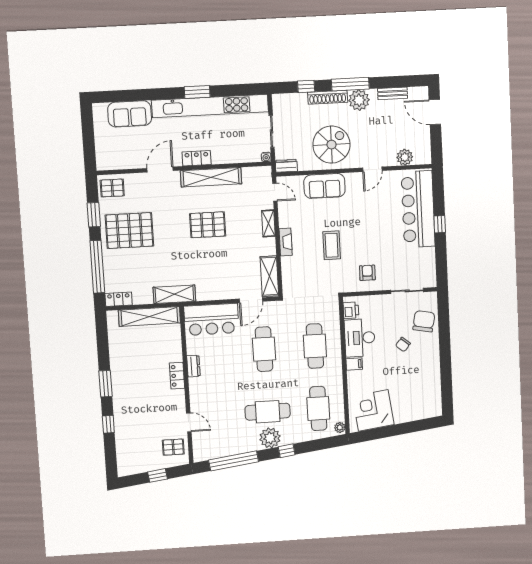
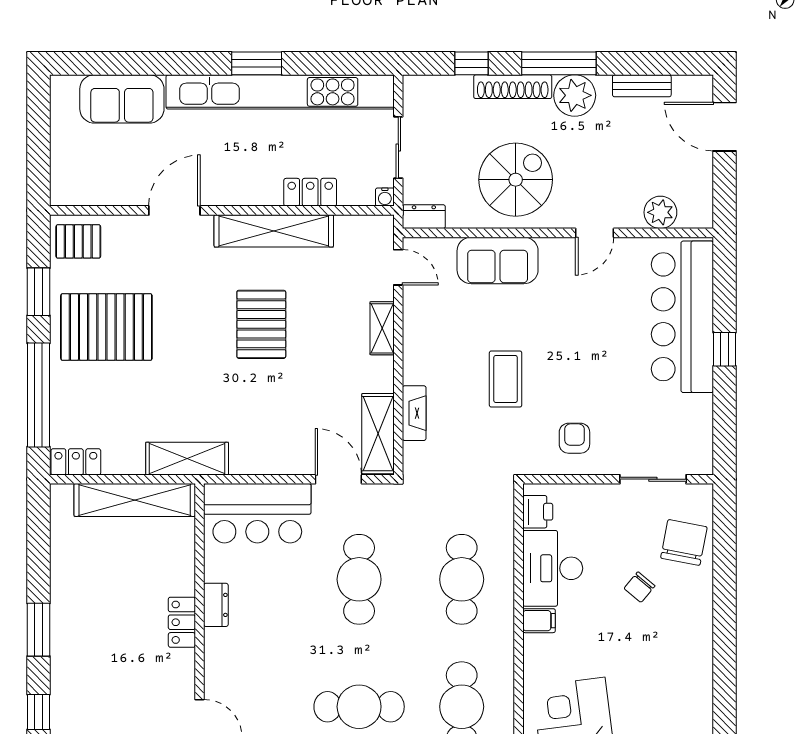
locker: (197, 158) -> (310, 192), moved
pallet: (208, 225) -> (261, 324), turned 90
fireplace: (286, 242) -> (414, 413), moved
door: (251, 300) -> (338, 479), swing flipped

